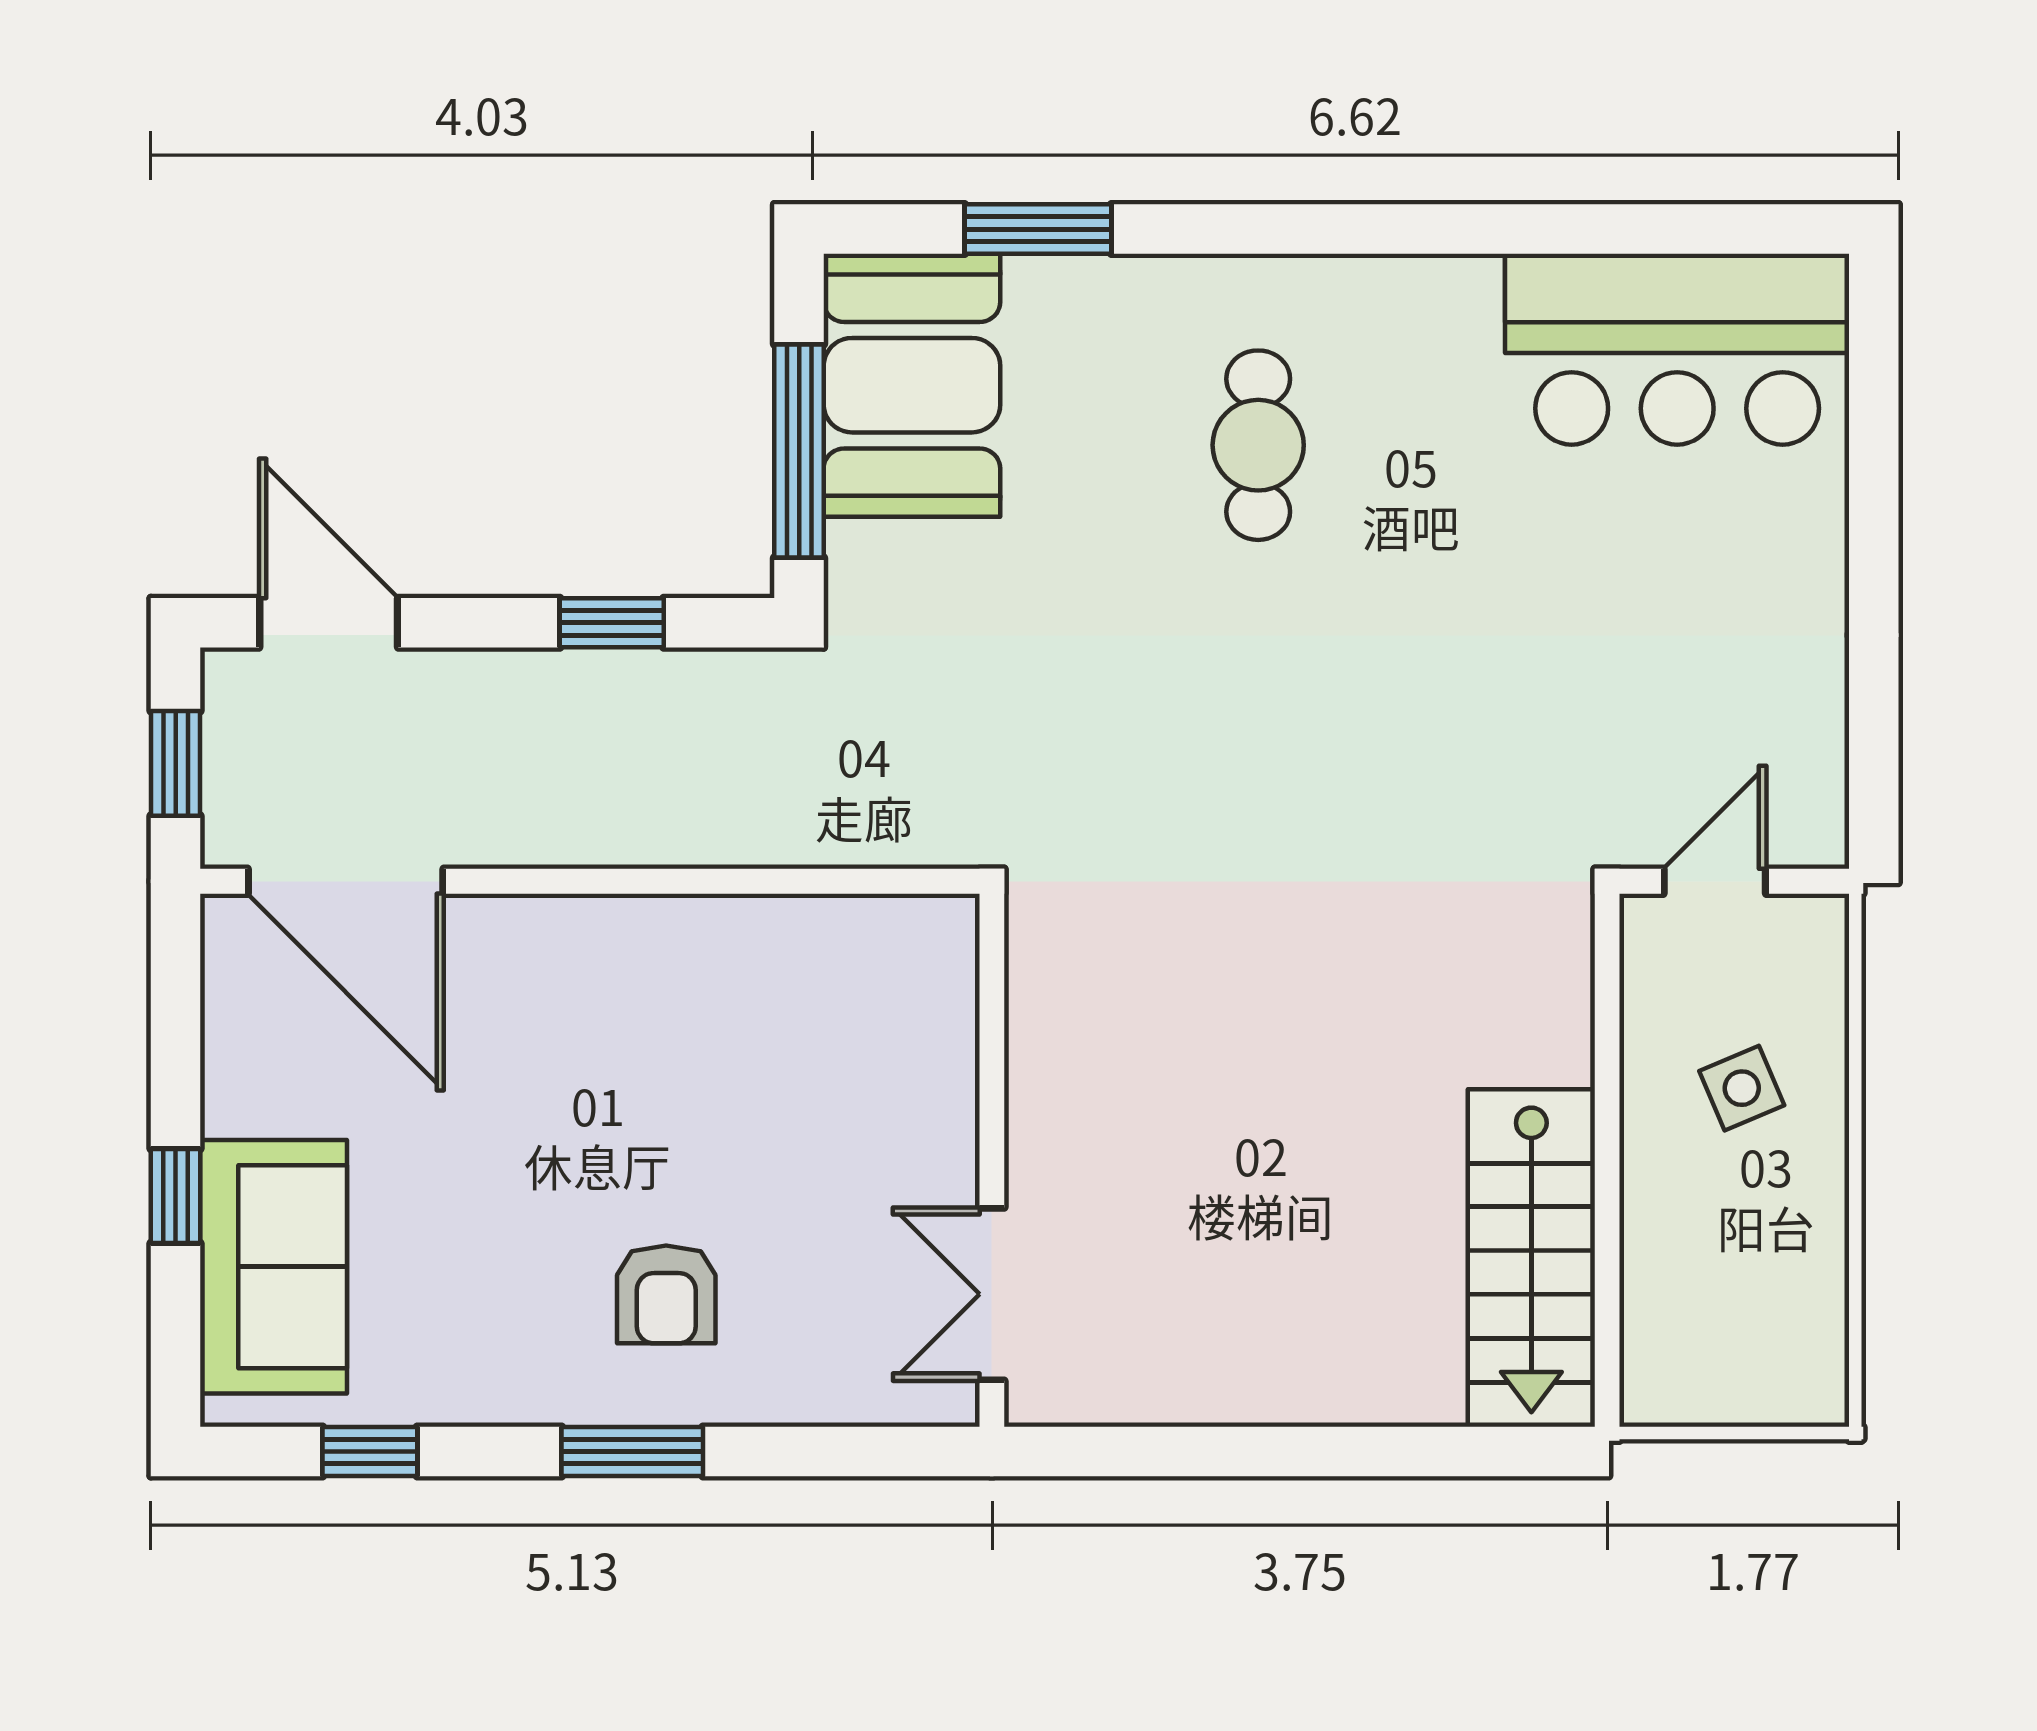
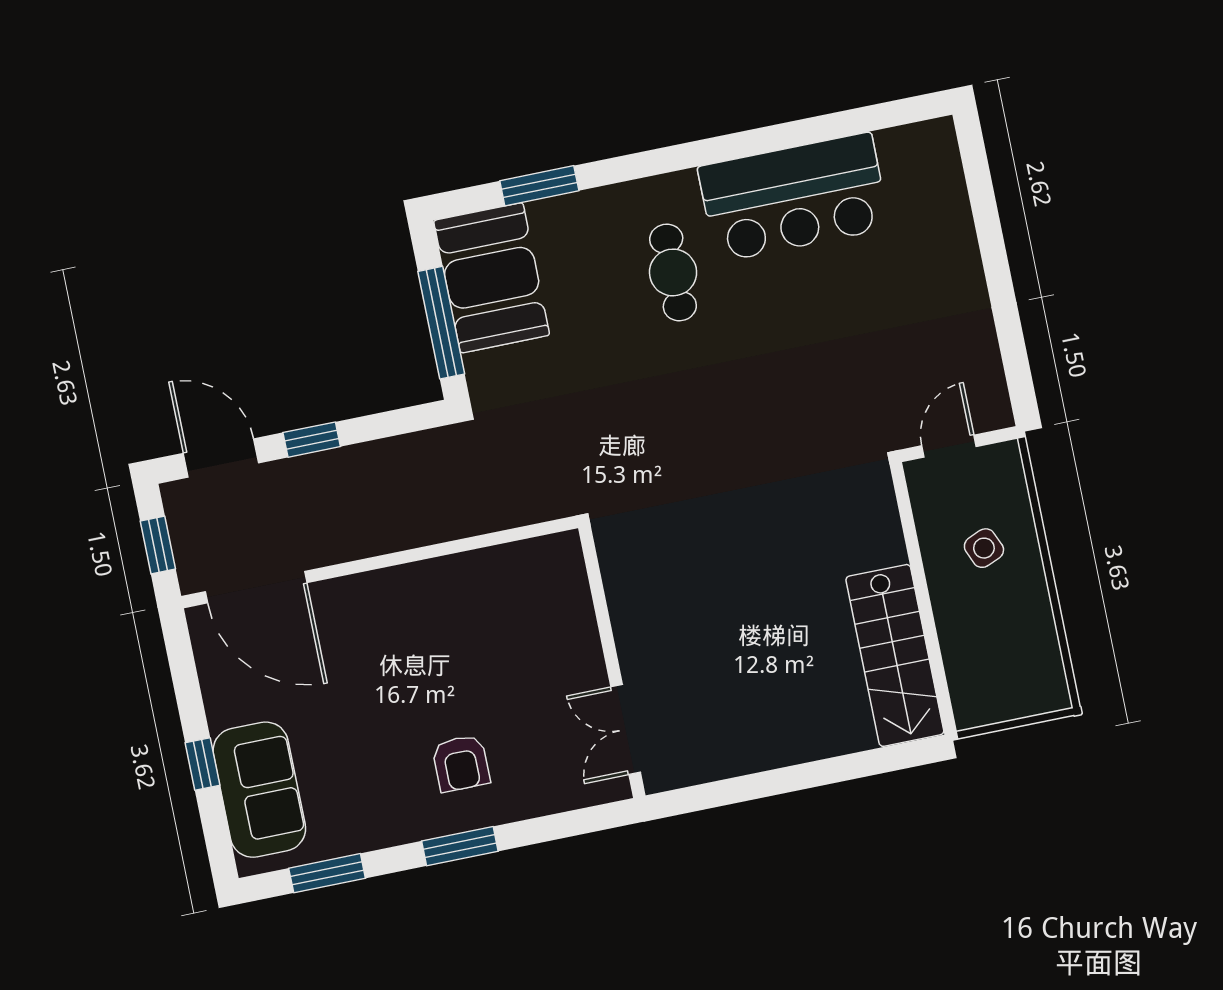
bar counter: (1677, 349) -> (794, 197), moved
window: (612, 623) -> (312, 440), moved
window: (370, 1451) -> (327, 873), width x1.50

